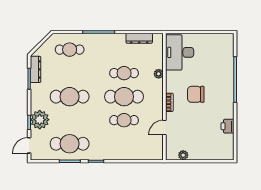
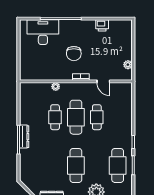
dresser: (139, 38) -> (24, 137), moved
cafe table: (70, 50) -> (34, 165), removed
desk: (180, 52) -> (43, 32), moved, turned 180

